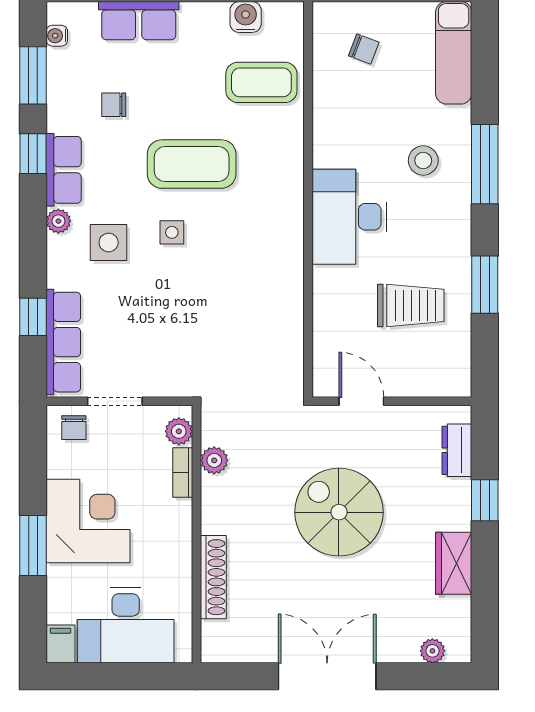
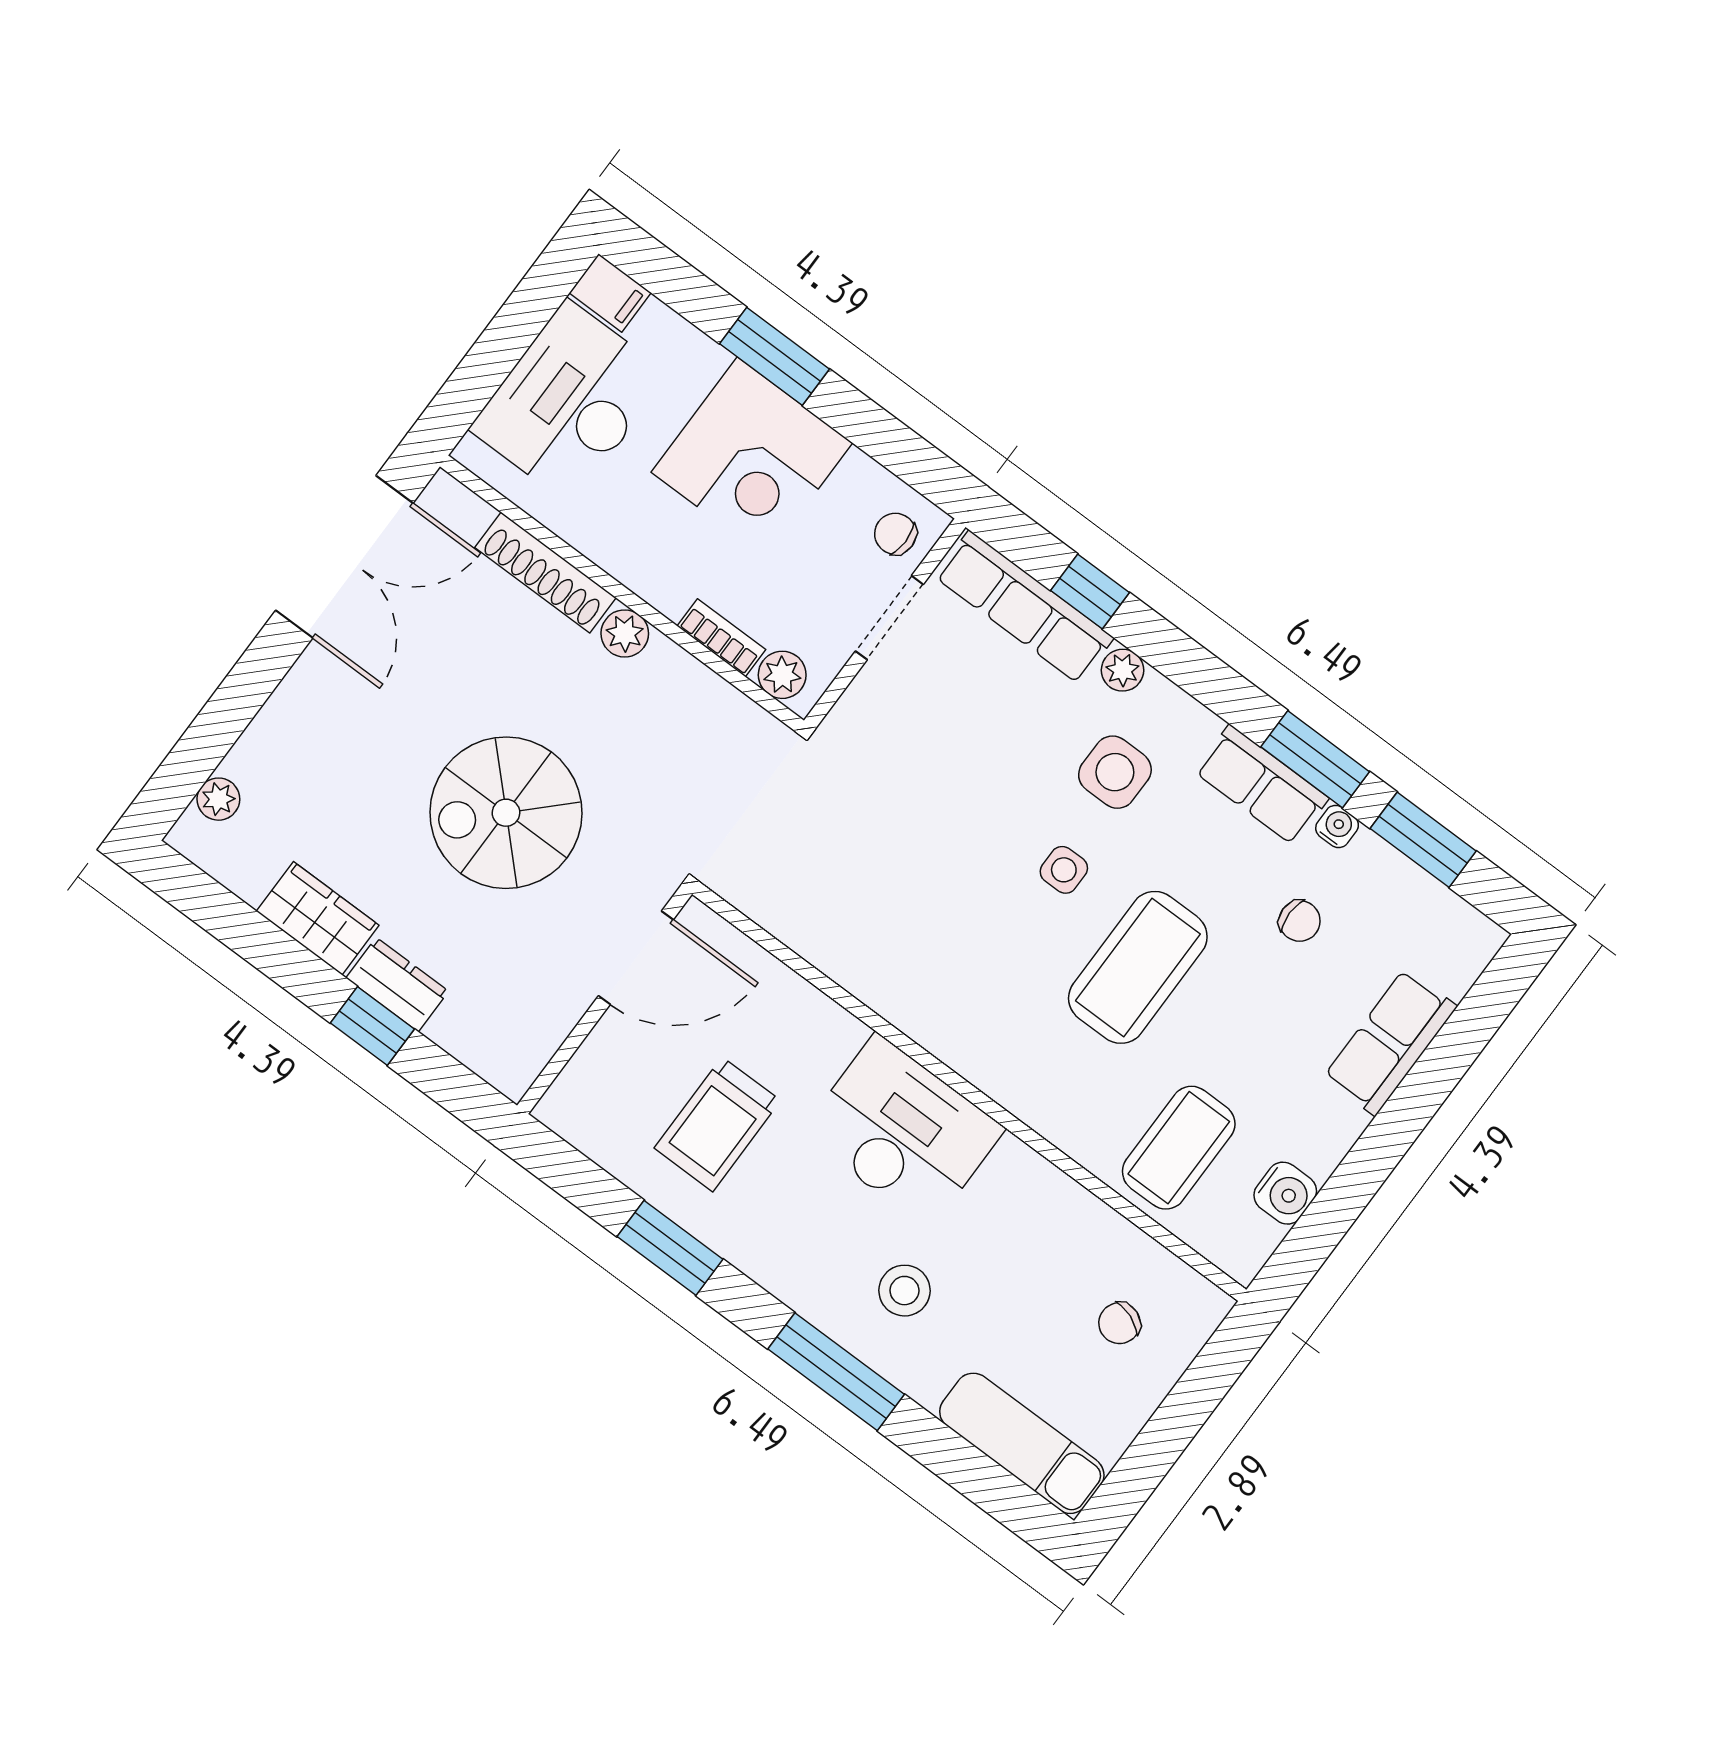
water cooler: (57, 36) -> (1337, 826), moved
chair: (114, 105) -> (1300, 921), turned 90
window: (33, 154) -> (1315, 759), width x1.50
plant: (58, 221) -> (1123, 670), moved
door: (361, 401) -> (636, 958), width x1.38
dresser: (457, 450) -> (397, 985), moved
plant: (214, 460) -> (625, 633), moved
spiral stairs: (339, 512) -> (506, 813), turned 180
double door: (327, 676) -> (344, 557), moved

